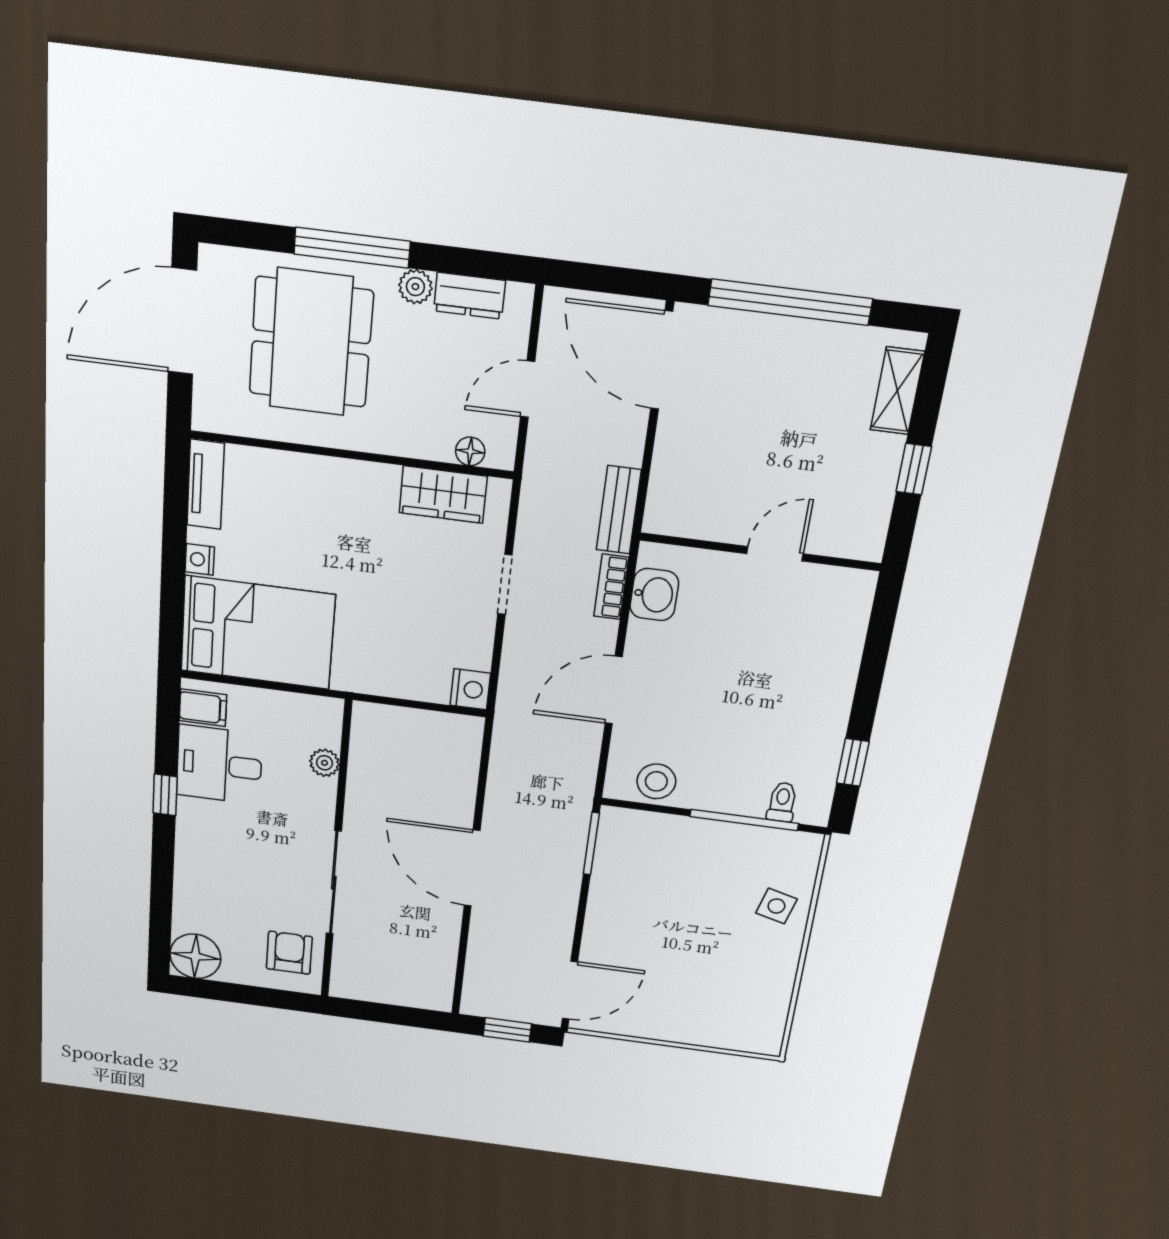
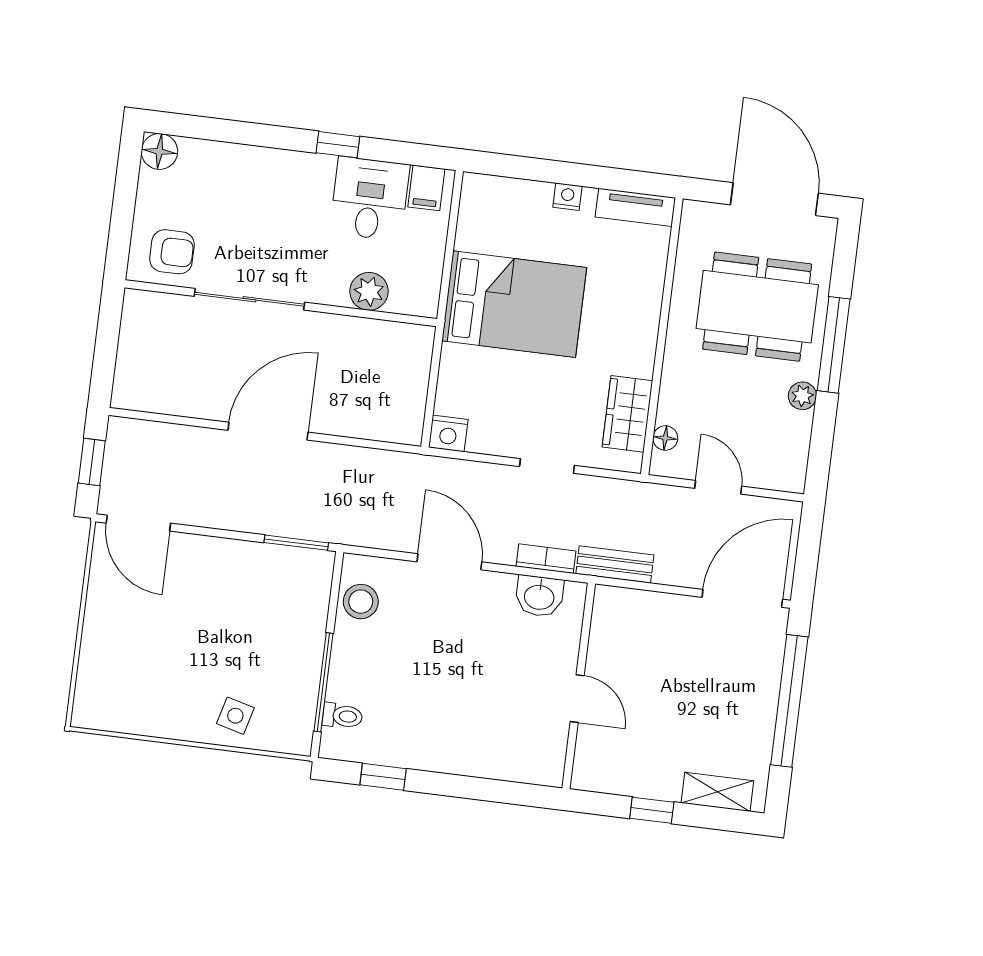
dresser: (469, 296) -> (795, 440), removed
bed: (257, 633) -> (514, 304), moved, turned -90
plant: (325, 763) -> (369, 291), width x1.38, depth x1.38
floor lamp: (195, 956) -> (159, 151), width x0.73, depth x0.73

